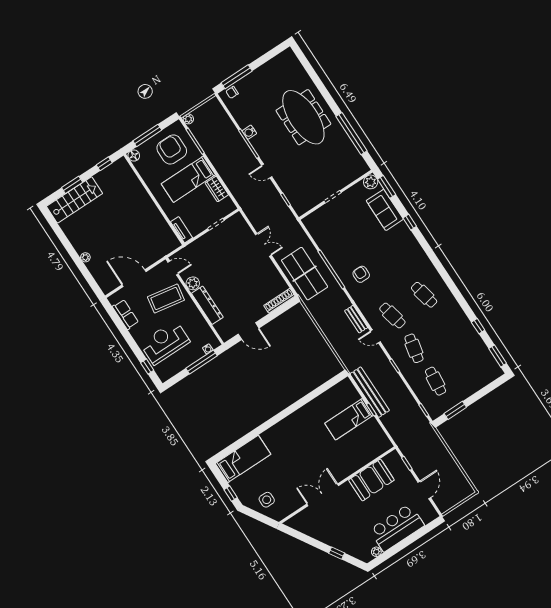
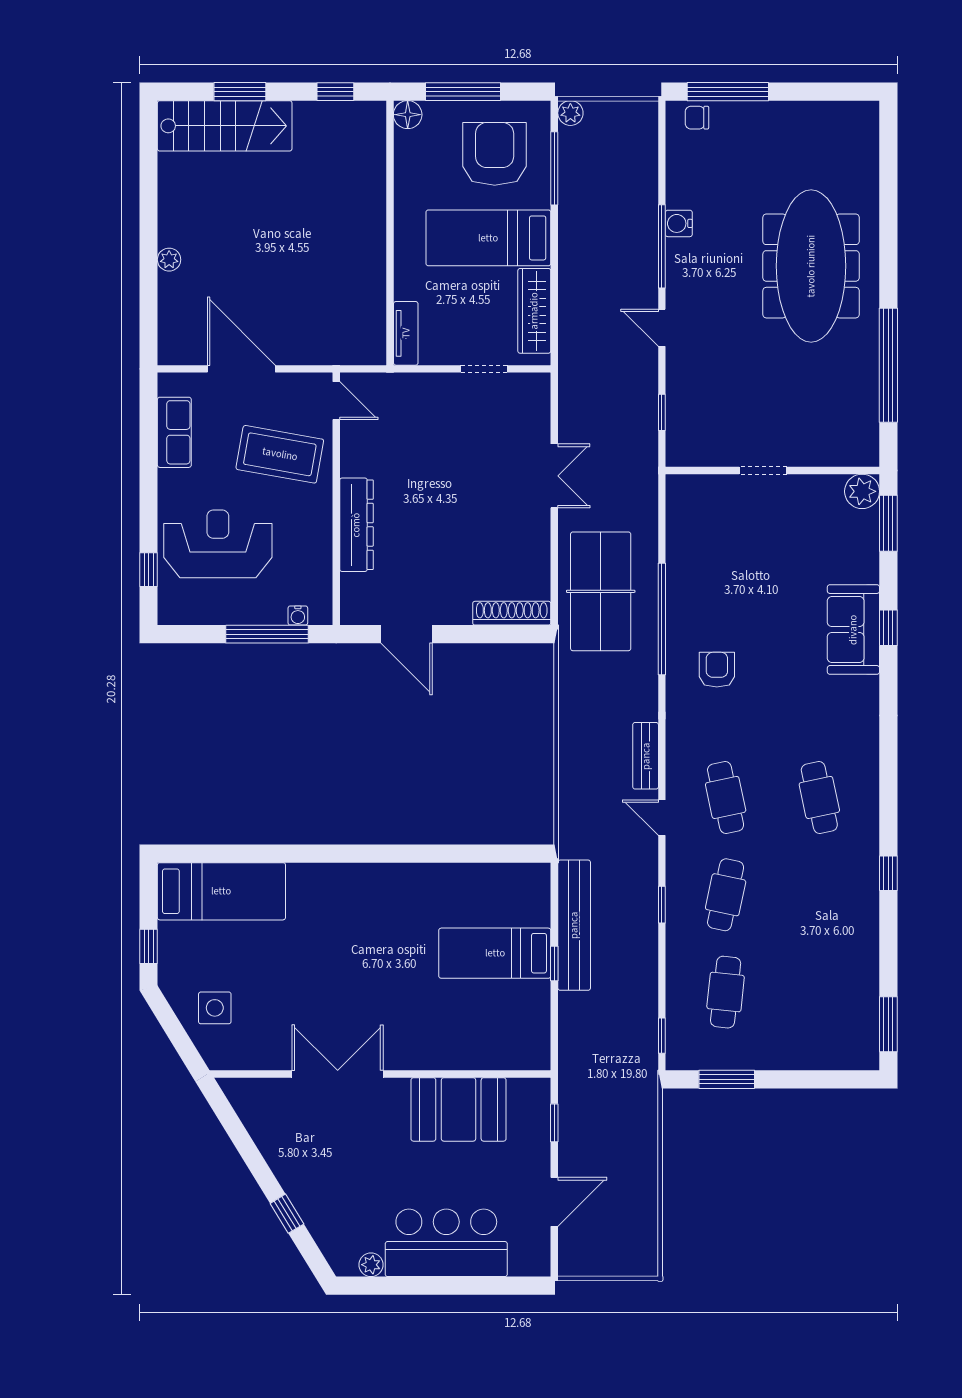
wardrobe: (217, 189) -> (534, 311), width x1.50
sofa: (385, 210) -> (853, 630), moved
plant: (193, 283) -> (356, 459), removed
window: (478, 326) -> (888, 873), moved

